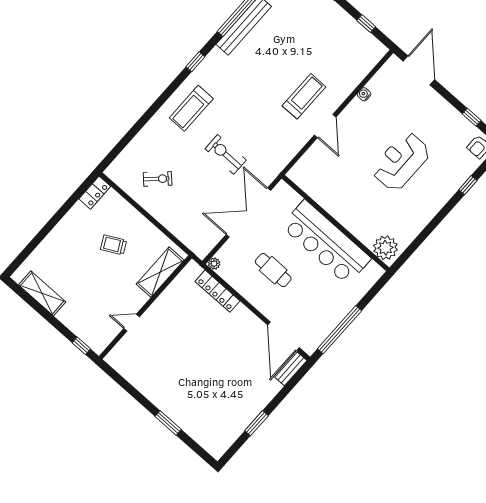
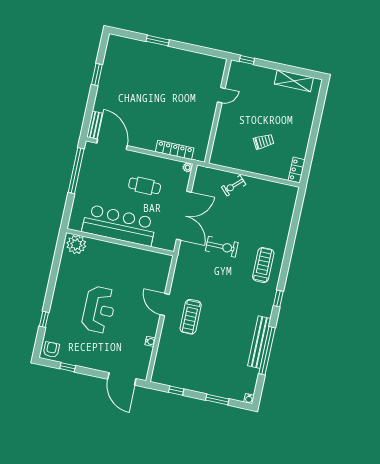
exercise bike: (158, 179) -> (234, 186), moved
shelving: (160, 272) -> (221, 141), removed

